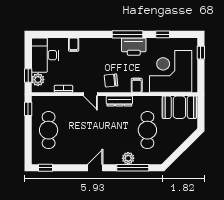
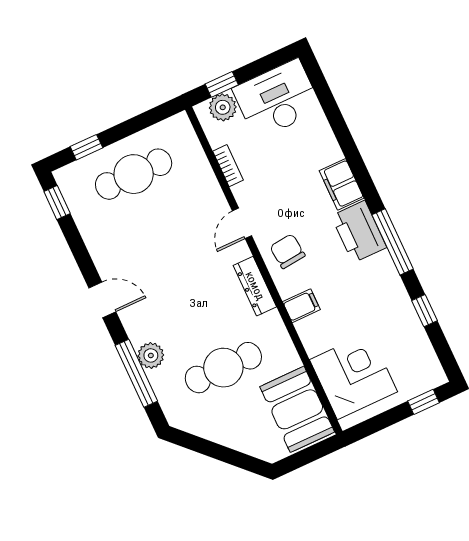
filing cabinet: (74, 45) -> (342, 184), moved, width x2.00
printer: (134, 47) -> (359, 232), moved
corner desk: (171, 71) -> (353, 376), width x0.74, depth x0.74
window: (28, 109) -> (86, 147), moved

